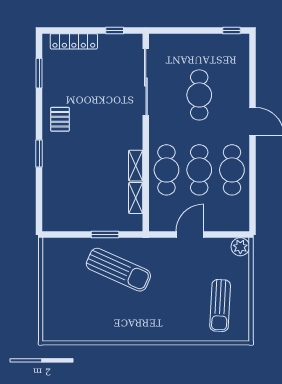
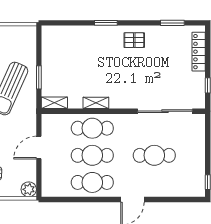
shelving: (136, 198) -> (54, 103), moved
door: (190, 234) -> (39, 148), swing flipped

